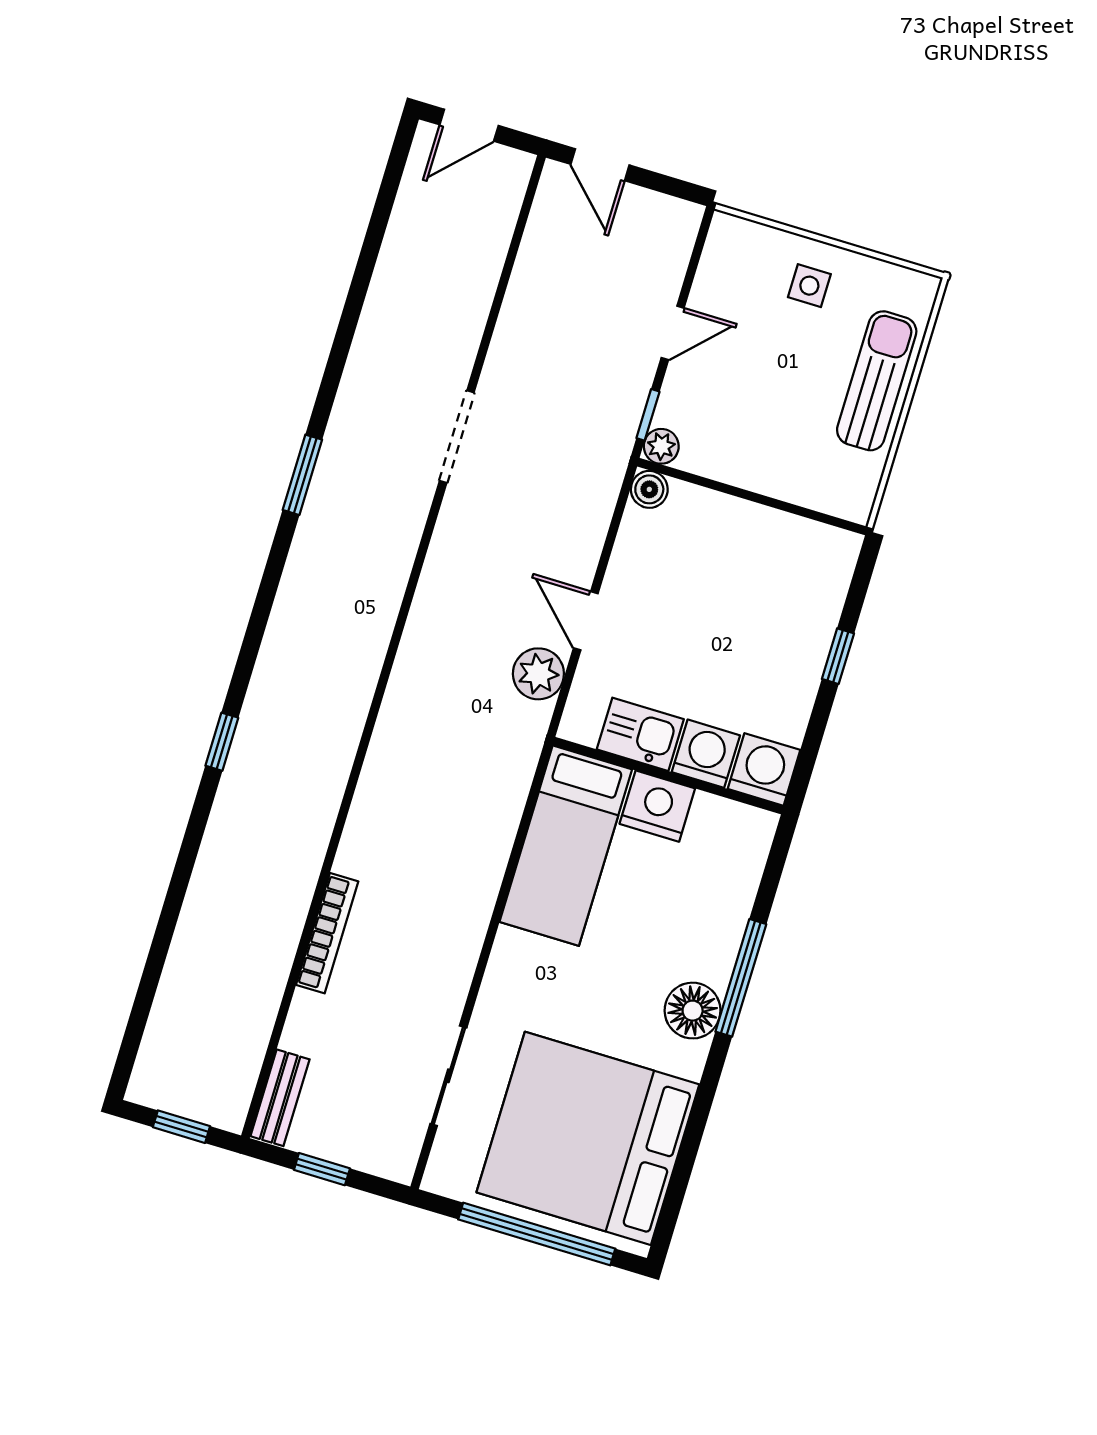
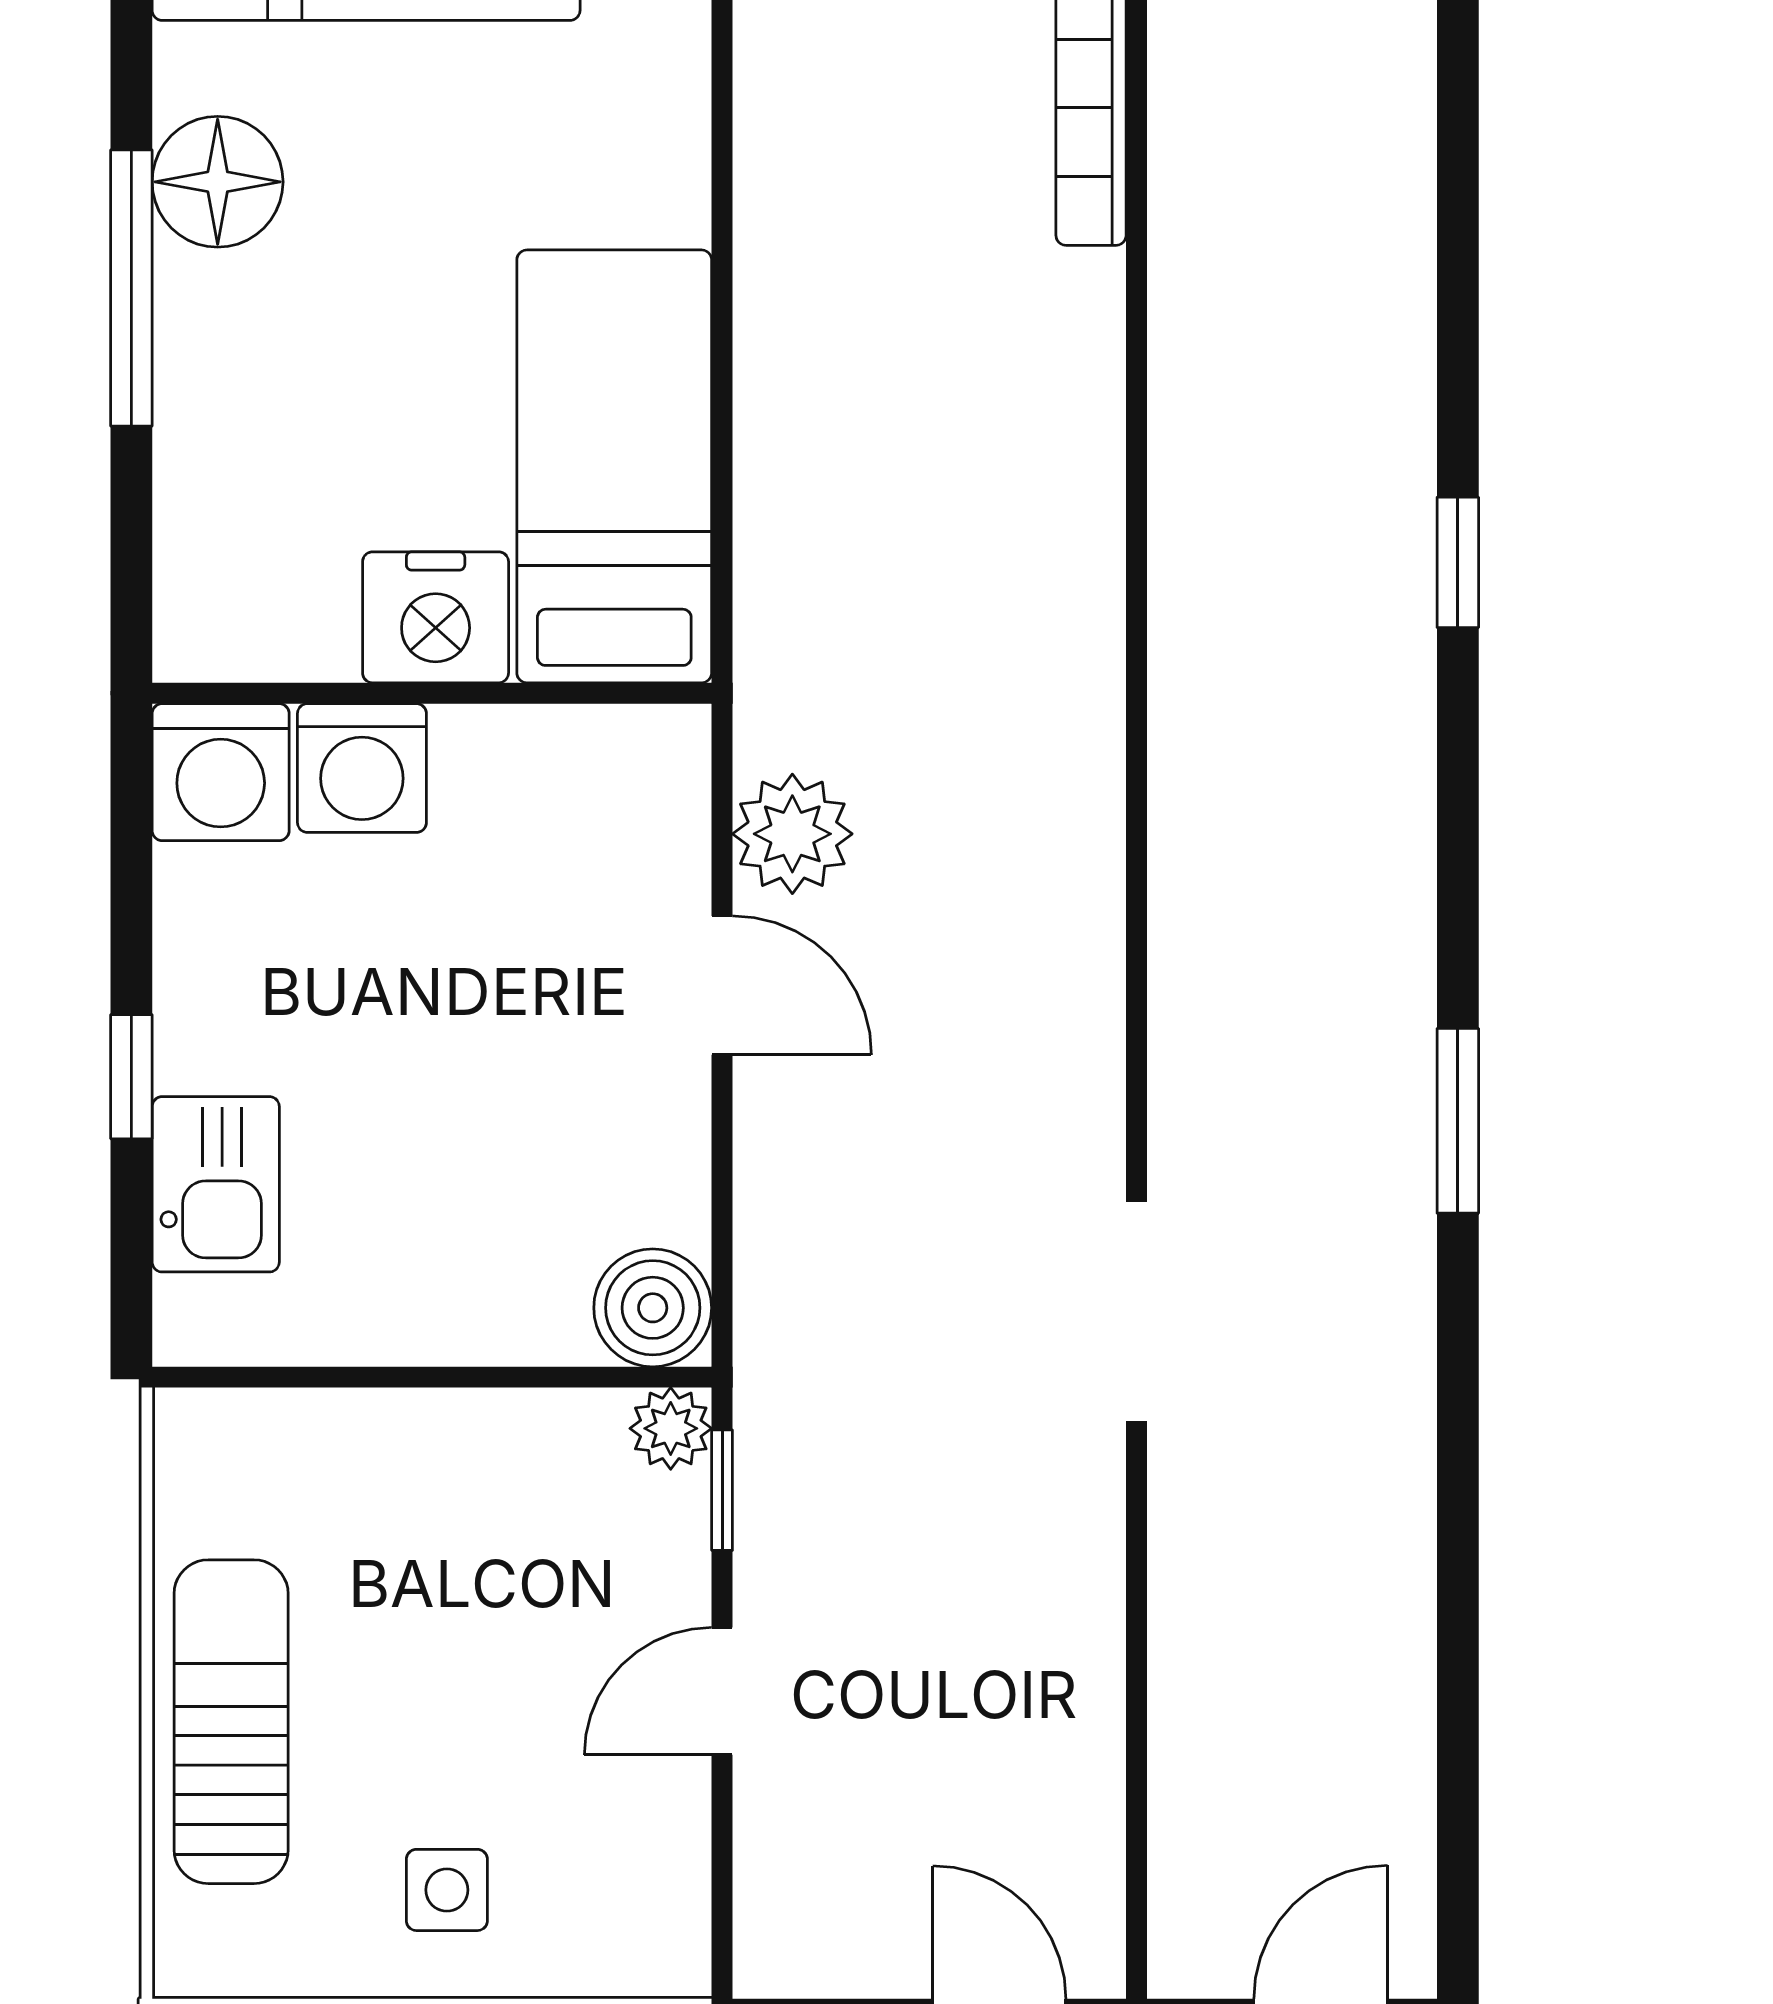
sun lounger: (877, 381) -> (231, 1722), turned 180
boiler: (649, 489) -> (653, 1308), width x1.36, depth x1.36
kitchen sink: (640, 734) -> (216, 1184), moved, turned -90
window: (222, 742) -> (1458, 562), moved

